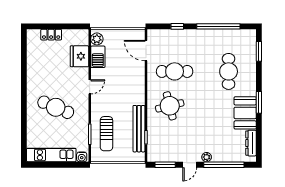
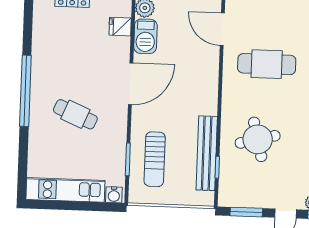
fridge: (79, 56) -> (120, 27), width x0.53, depth x0.75
door: (90, 87) -> (131, 84), width x1.87
window: (24, 94) -> (25, 91), added
round table: (170, 106) -> (258, 139), moved
cafe table: (56, 107) -> (75, 114), width x0.73, depth x0.74

